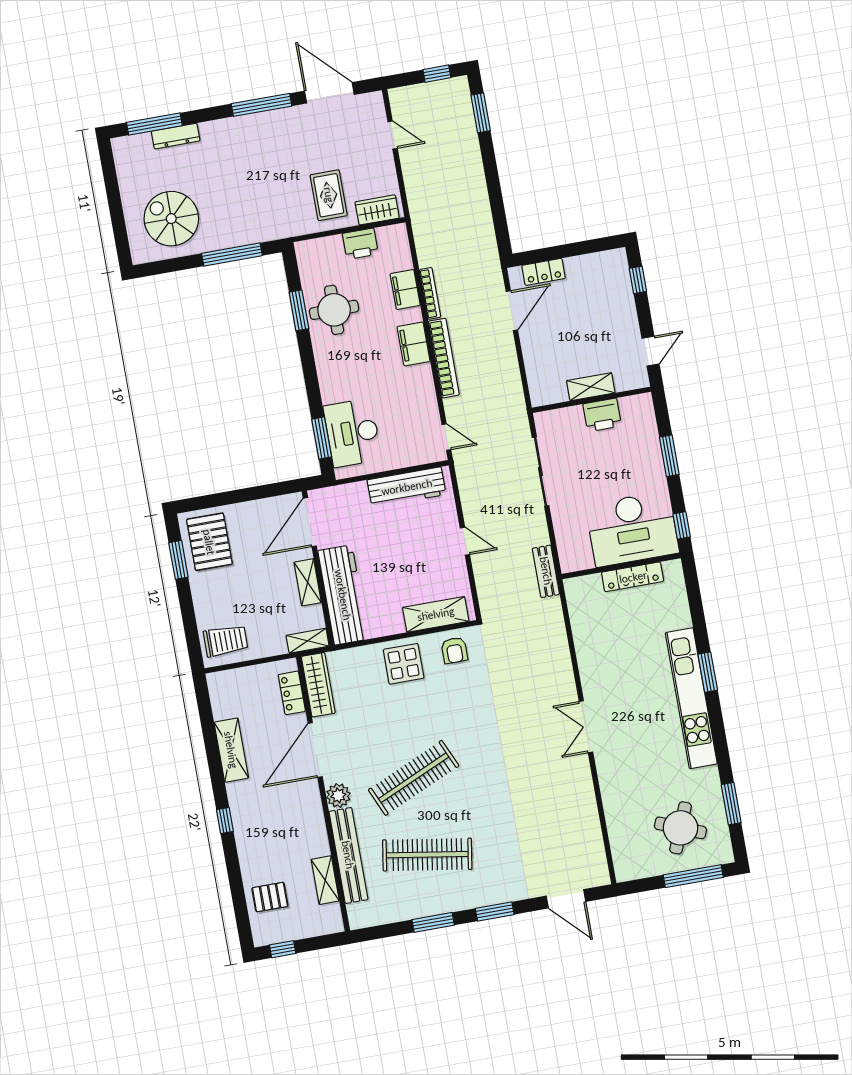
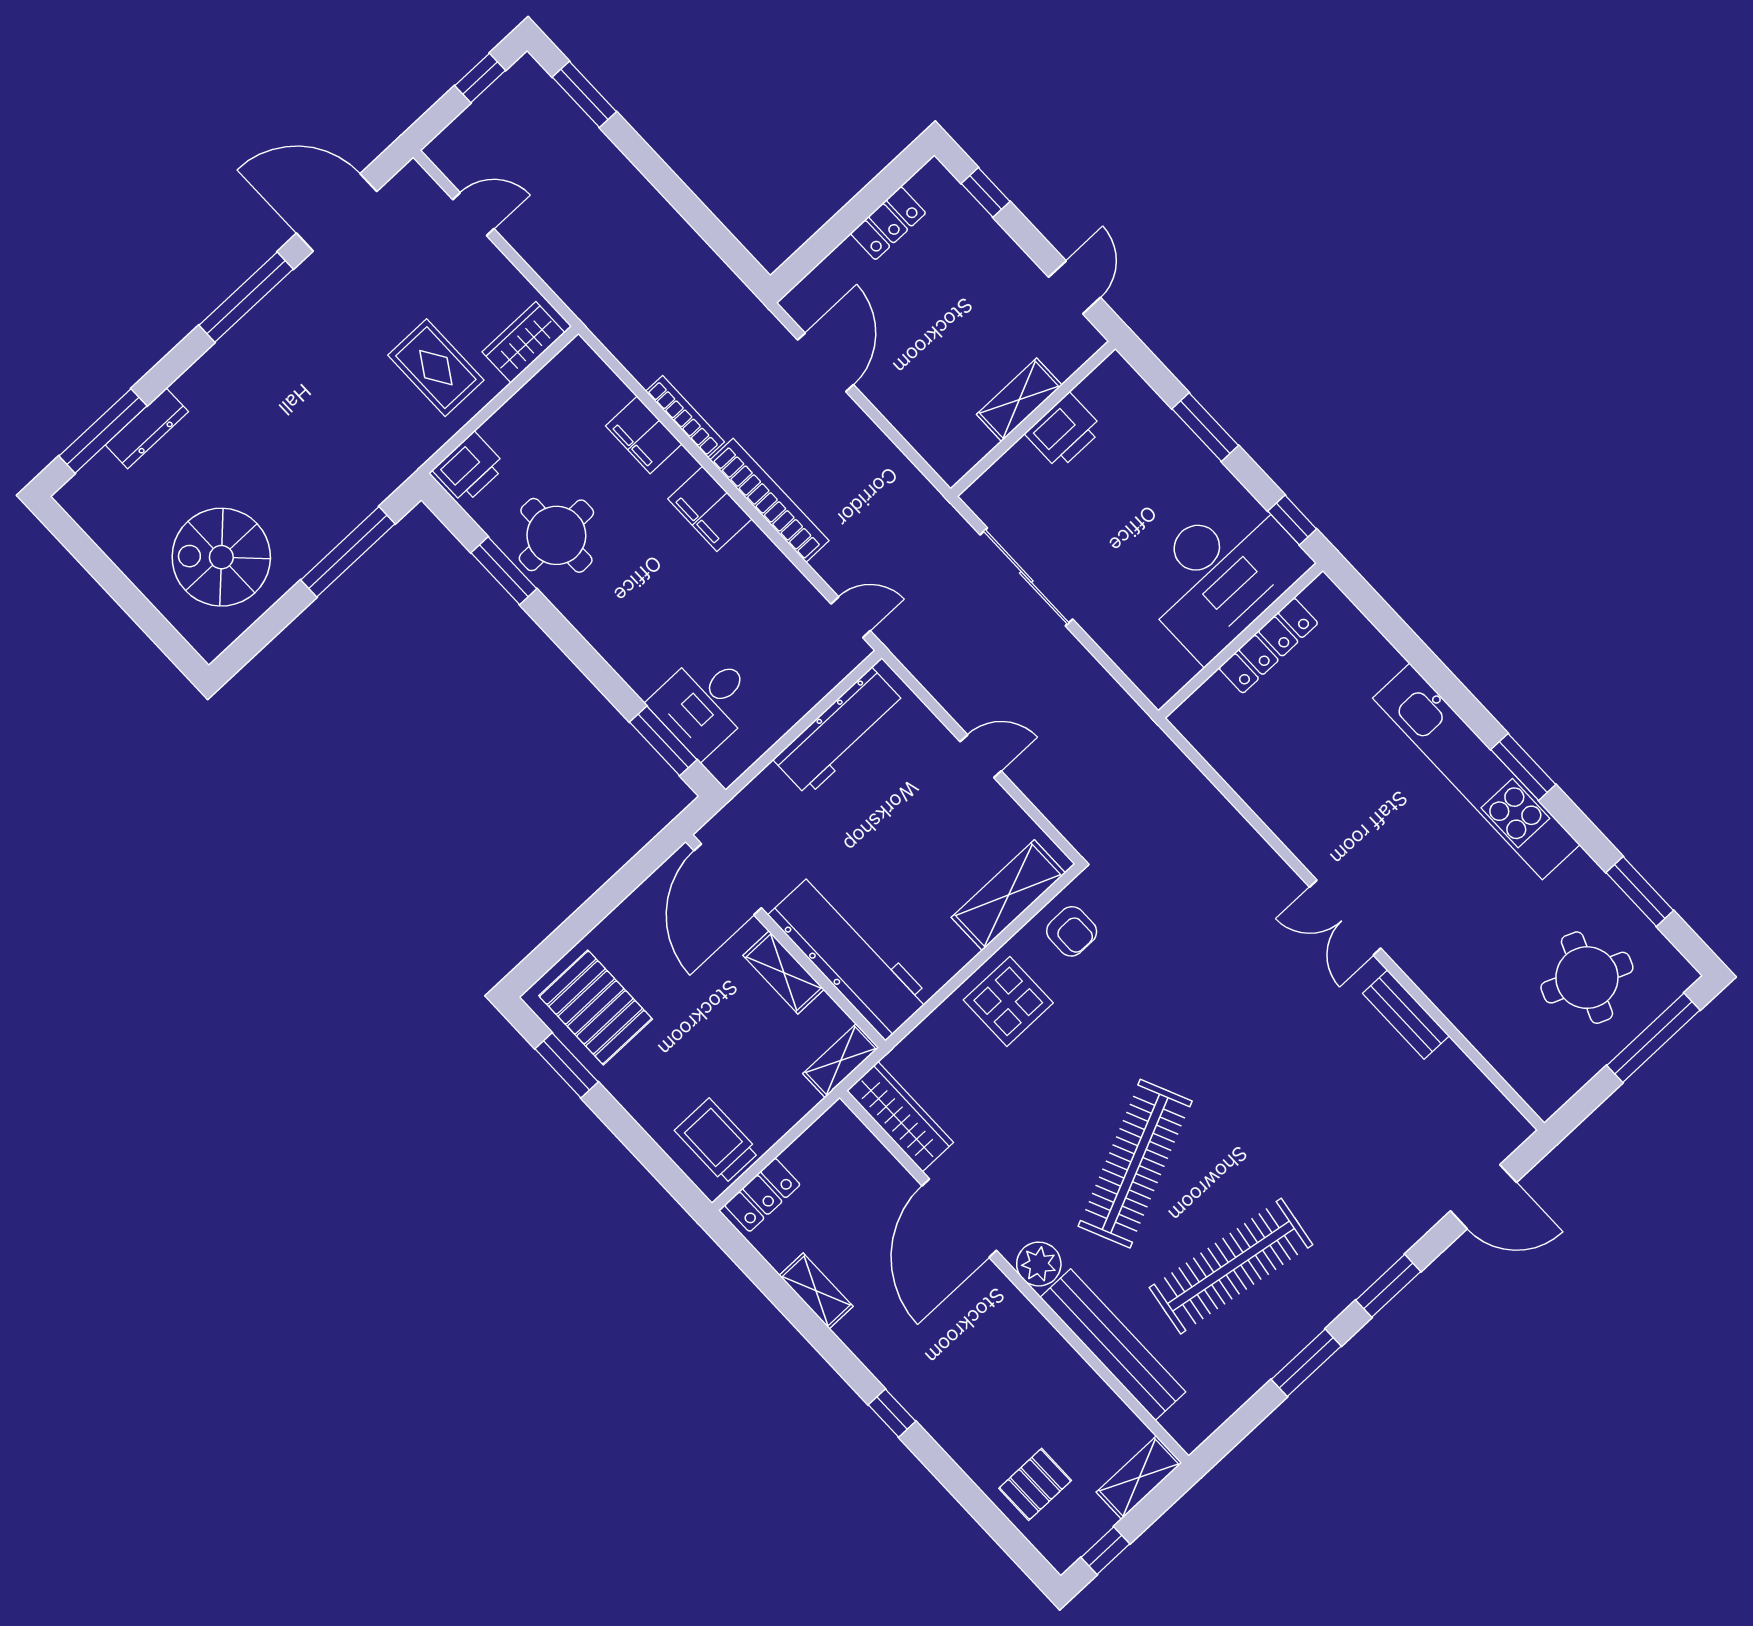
printer: (360, 244) -> (469, 468), moved
locker: (544, 272) -> (888, 223), moved
desk: (352, 433) -> (705, 703), width x0.73
bench: (546, 571) -> (1406, 1015), moved
trolley: (226, 641) -> (717, 1141), turned -90
window: (708, 672) -> (1523, 767), moved
locker: (292, 693) -> (762, 1195), moved, turned -90
shelving: (231, 750) -> (816, 1291), width x0.67, depth x0.75
shelving: (325, 880) -> (1139, 1478), moved, turned 90

